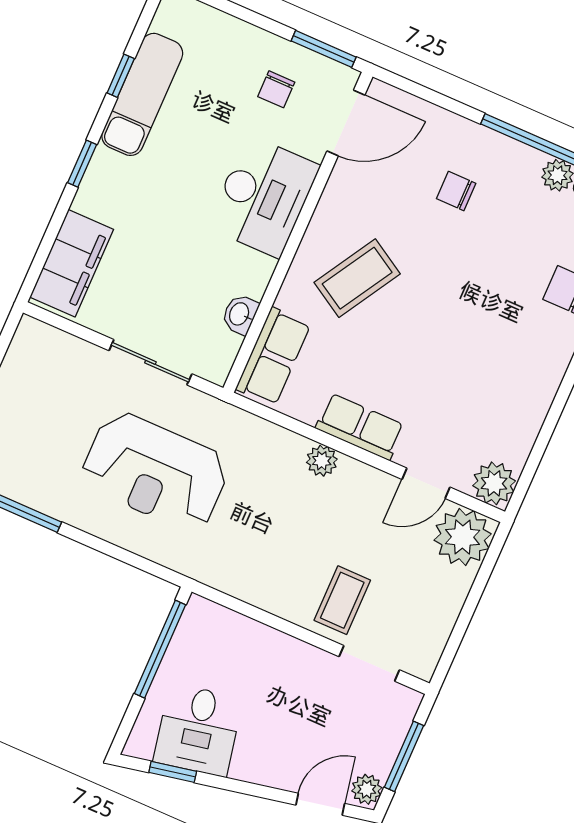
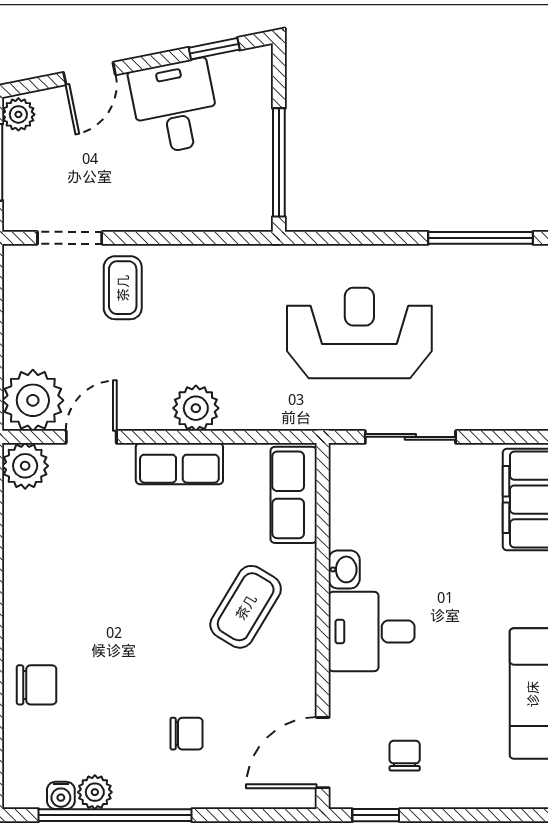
window: (324, 49) -> (376, 815), width x0.67
desk: (263, 196) -> (372, 631), width x0.73
washbasin: (240, 314) -> (344, 569), moved
plant: (322, 461) -> (196, 408), width x1.38, depth x1.38
desk: (198, 730) -> (175, 107), moved
door: (320, 804) -> (89, 74), moved

